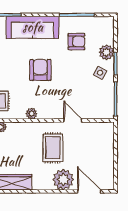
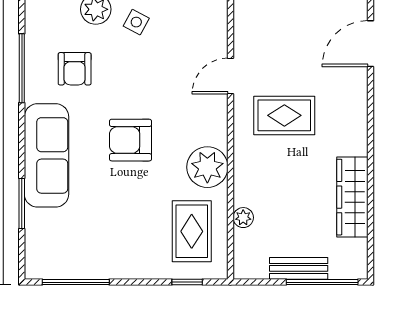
armchair: (76, 42) -> (75, 69), turned 180
plant: (31, 114) -> (207, 167), width x1.88, depth x1.88
plant: (63, 180) -> (347, 95), removed

